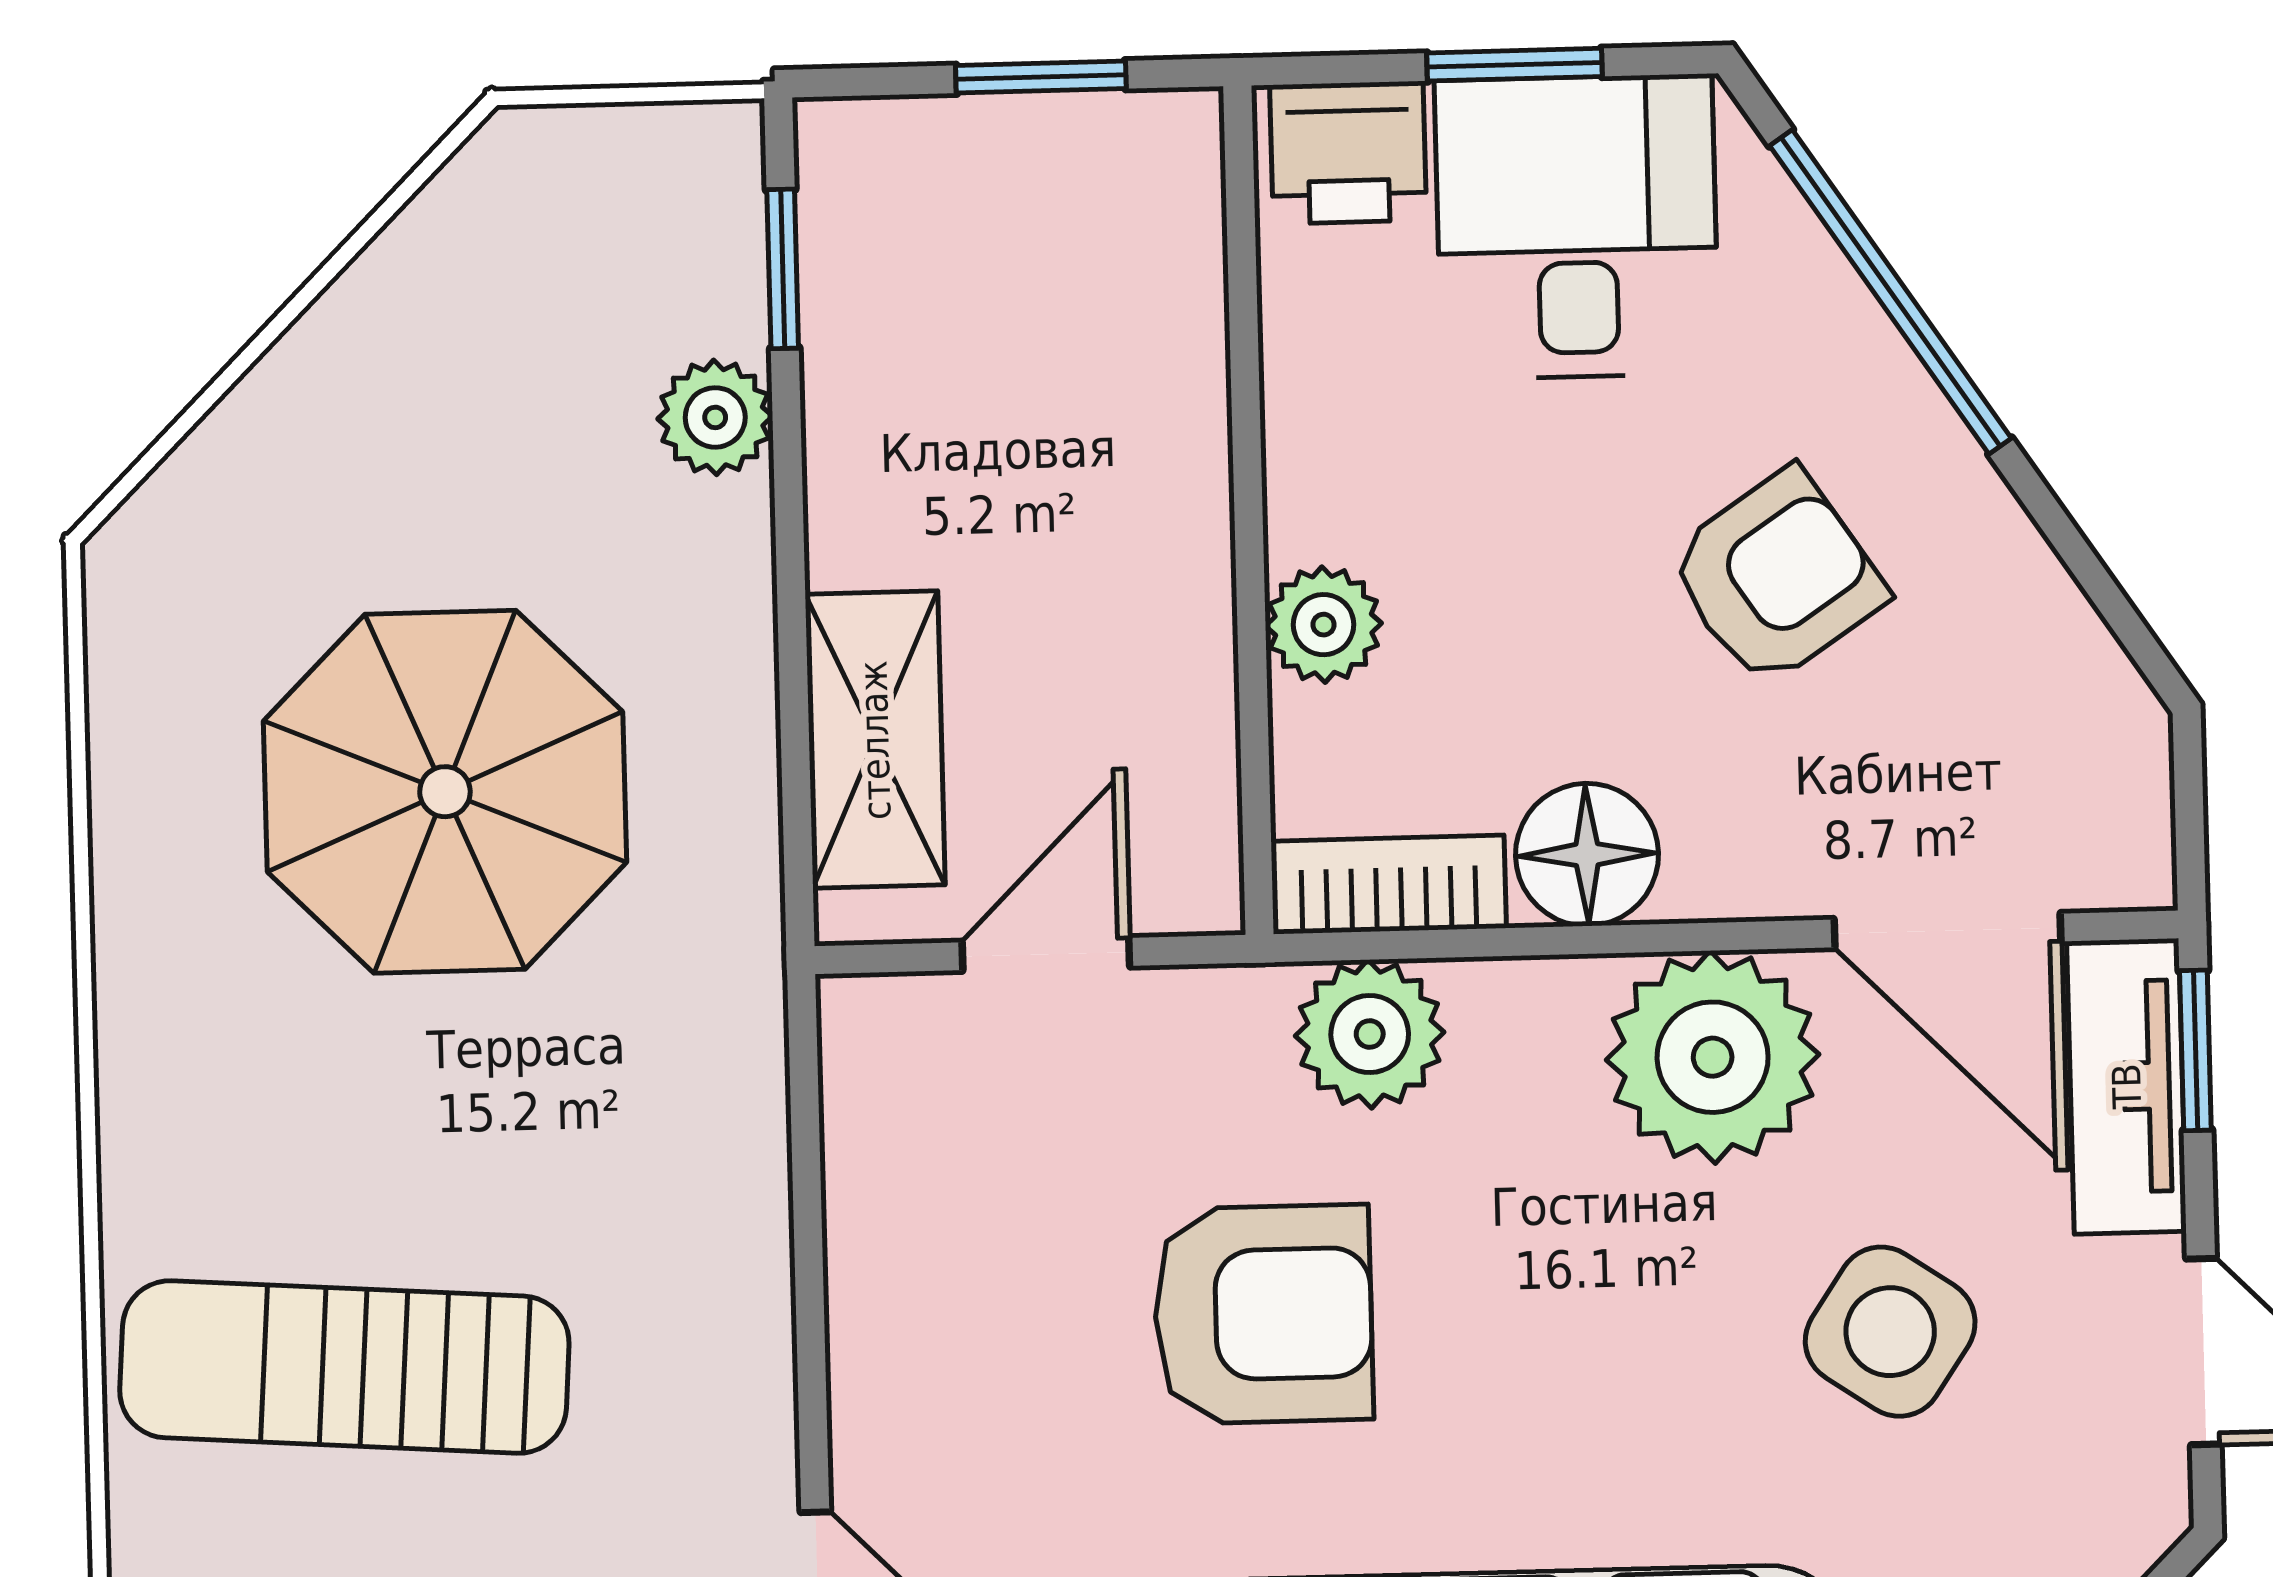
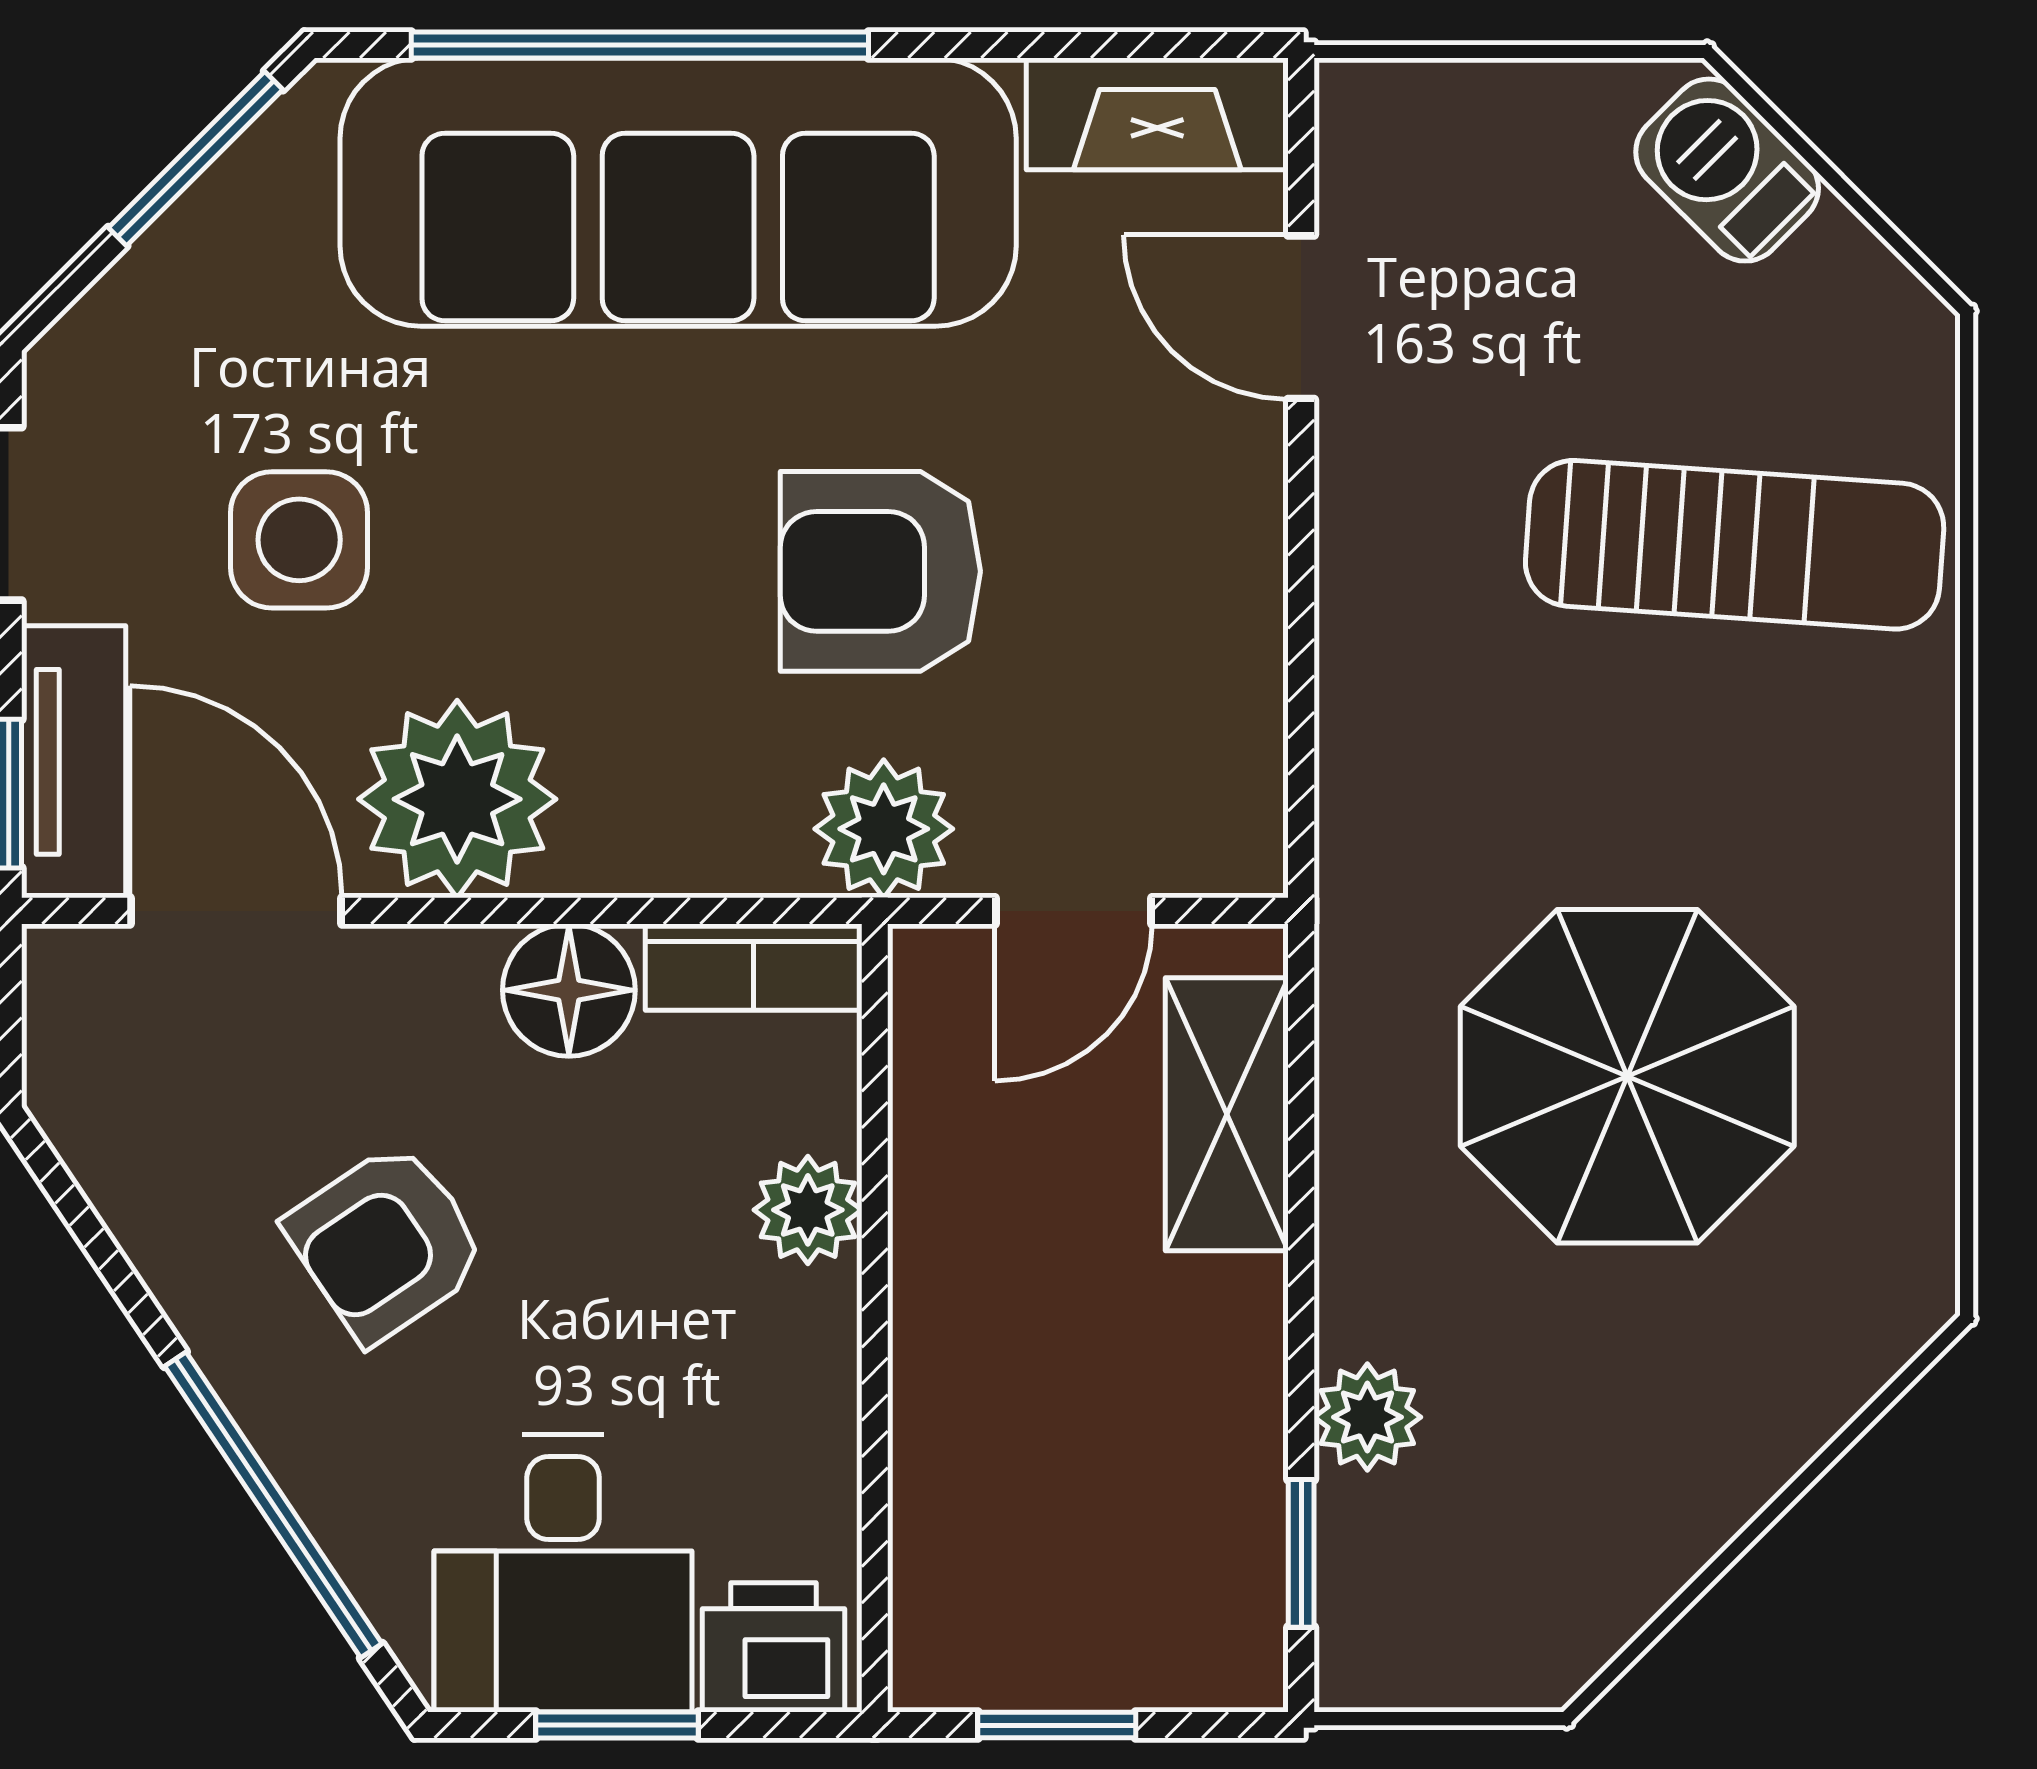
plant: (1370, 1034) -> (884, 829), moved
side table: (1890, 1332) -> (299, 540), turned -34

